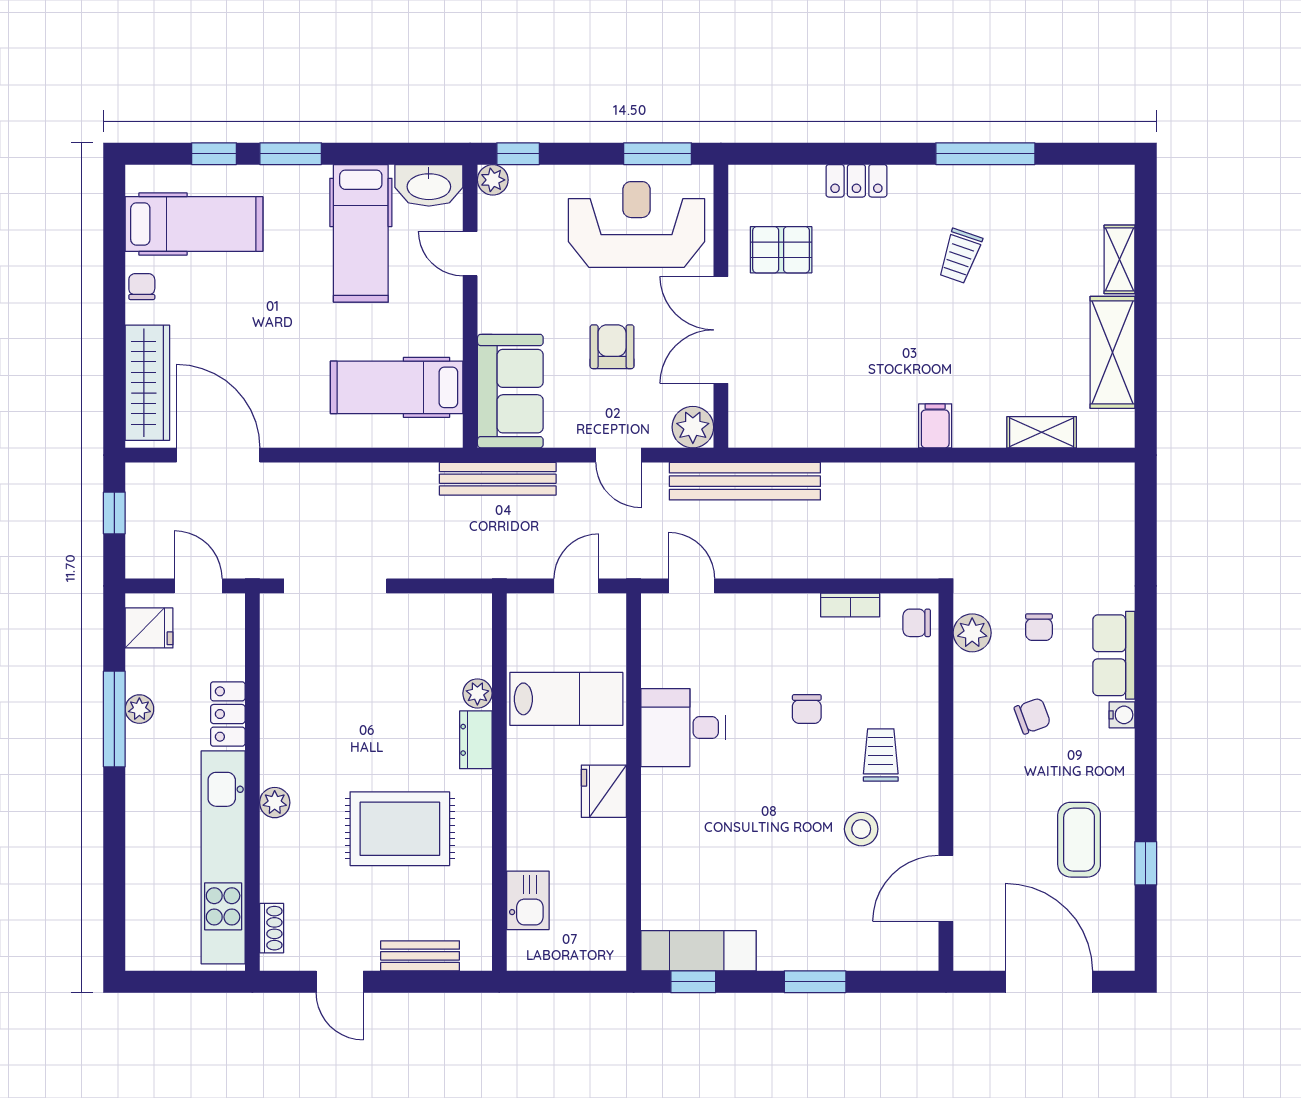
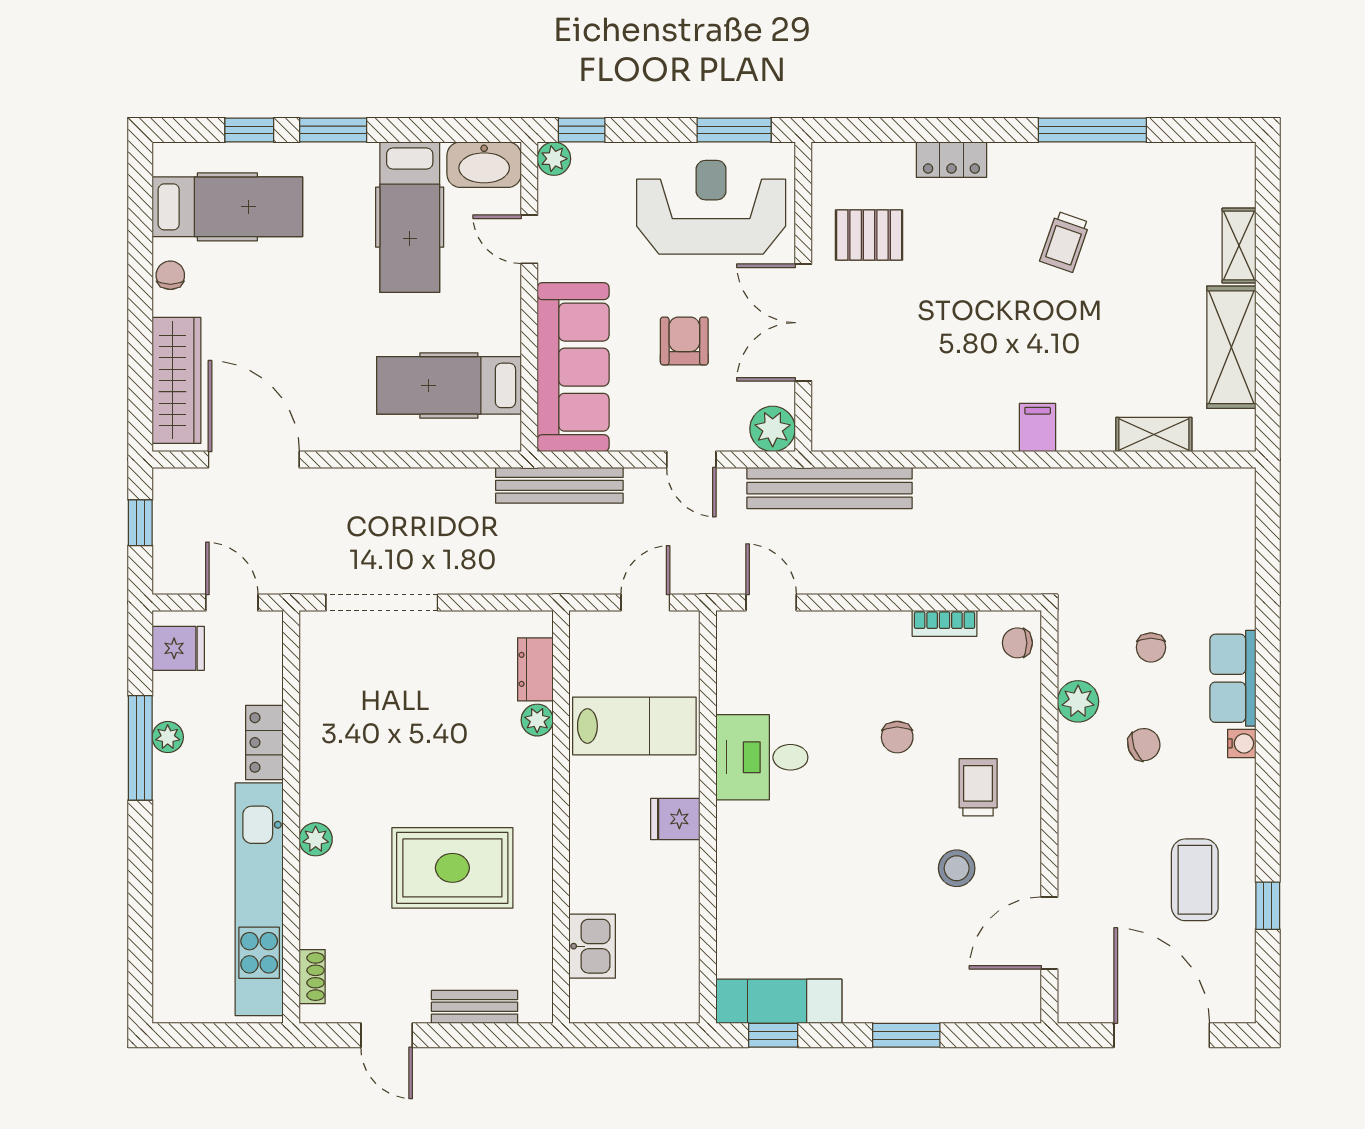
sofa: (510, 391) -> (573, 367), width x1.36
plant: (972, 633) -> (1078, 701), moved
dresser: (476, 740) -> (535, 669), moved
fridge: (604, 791) -> (675, 819), width x0.72

